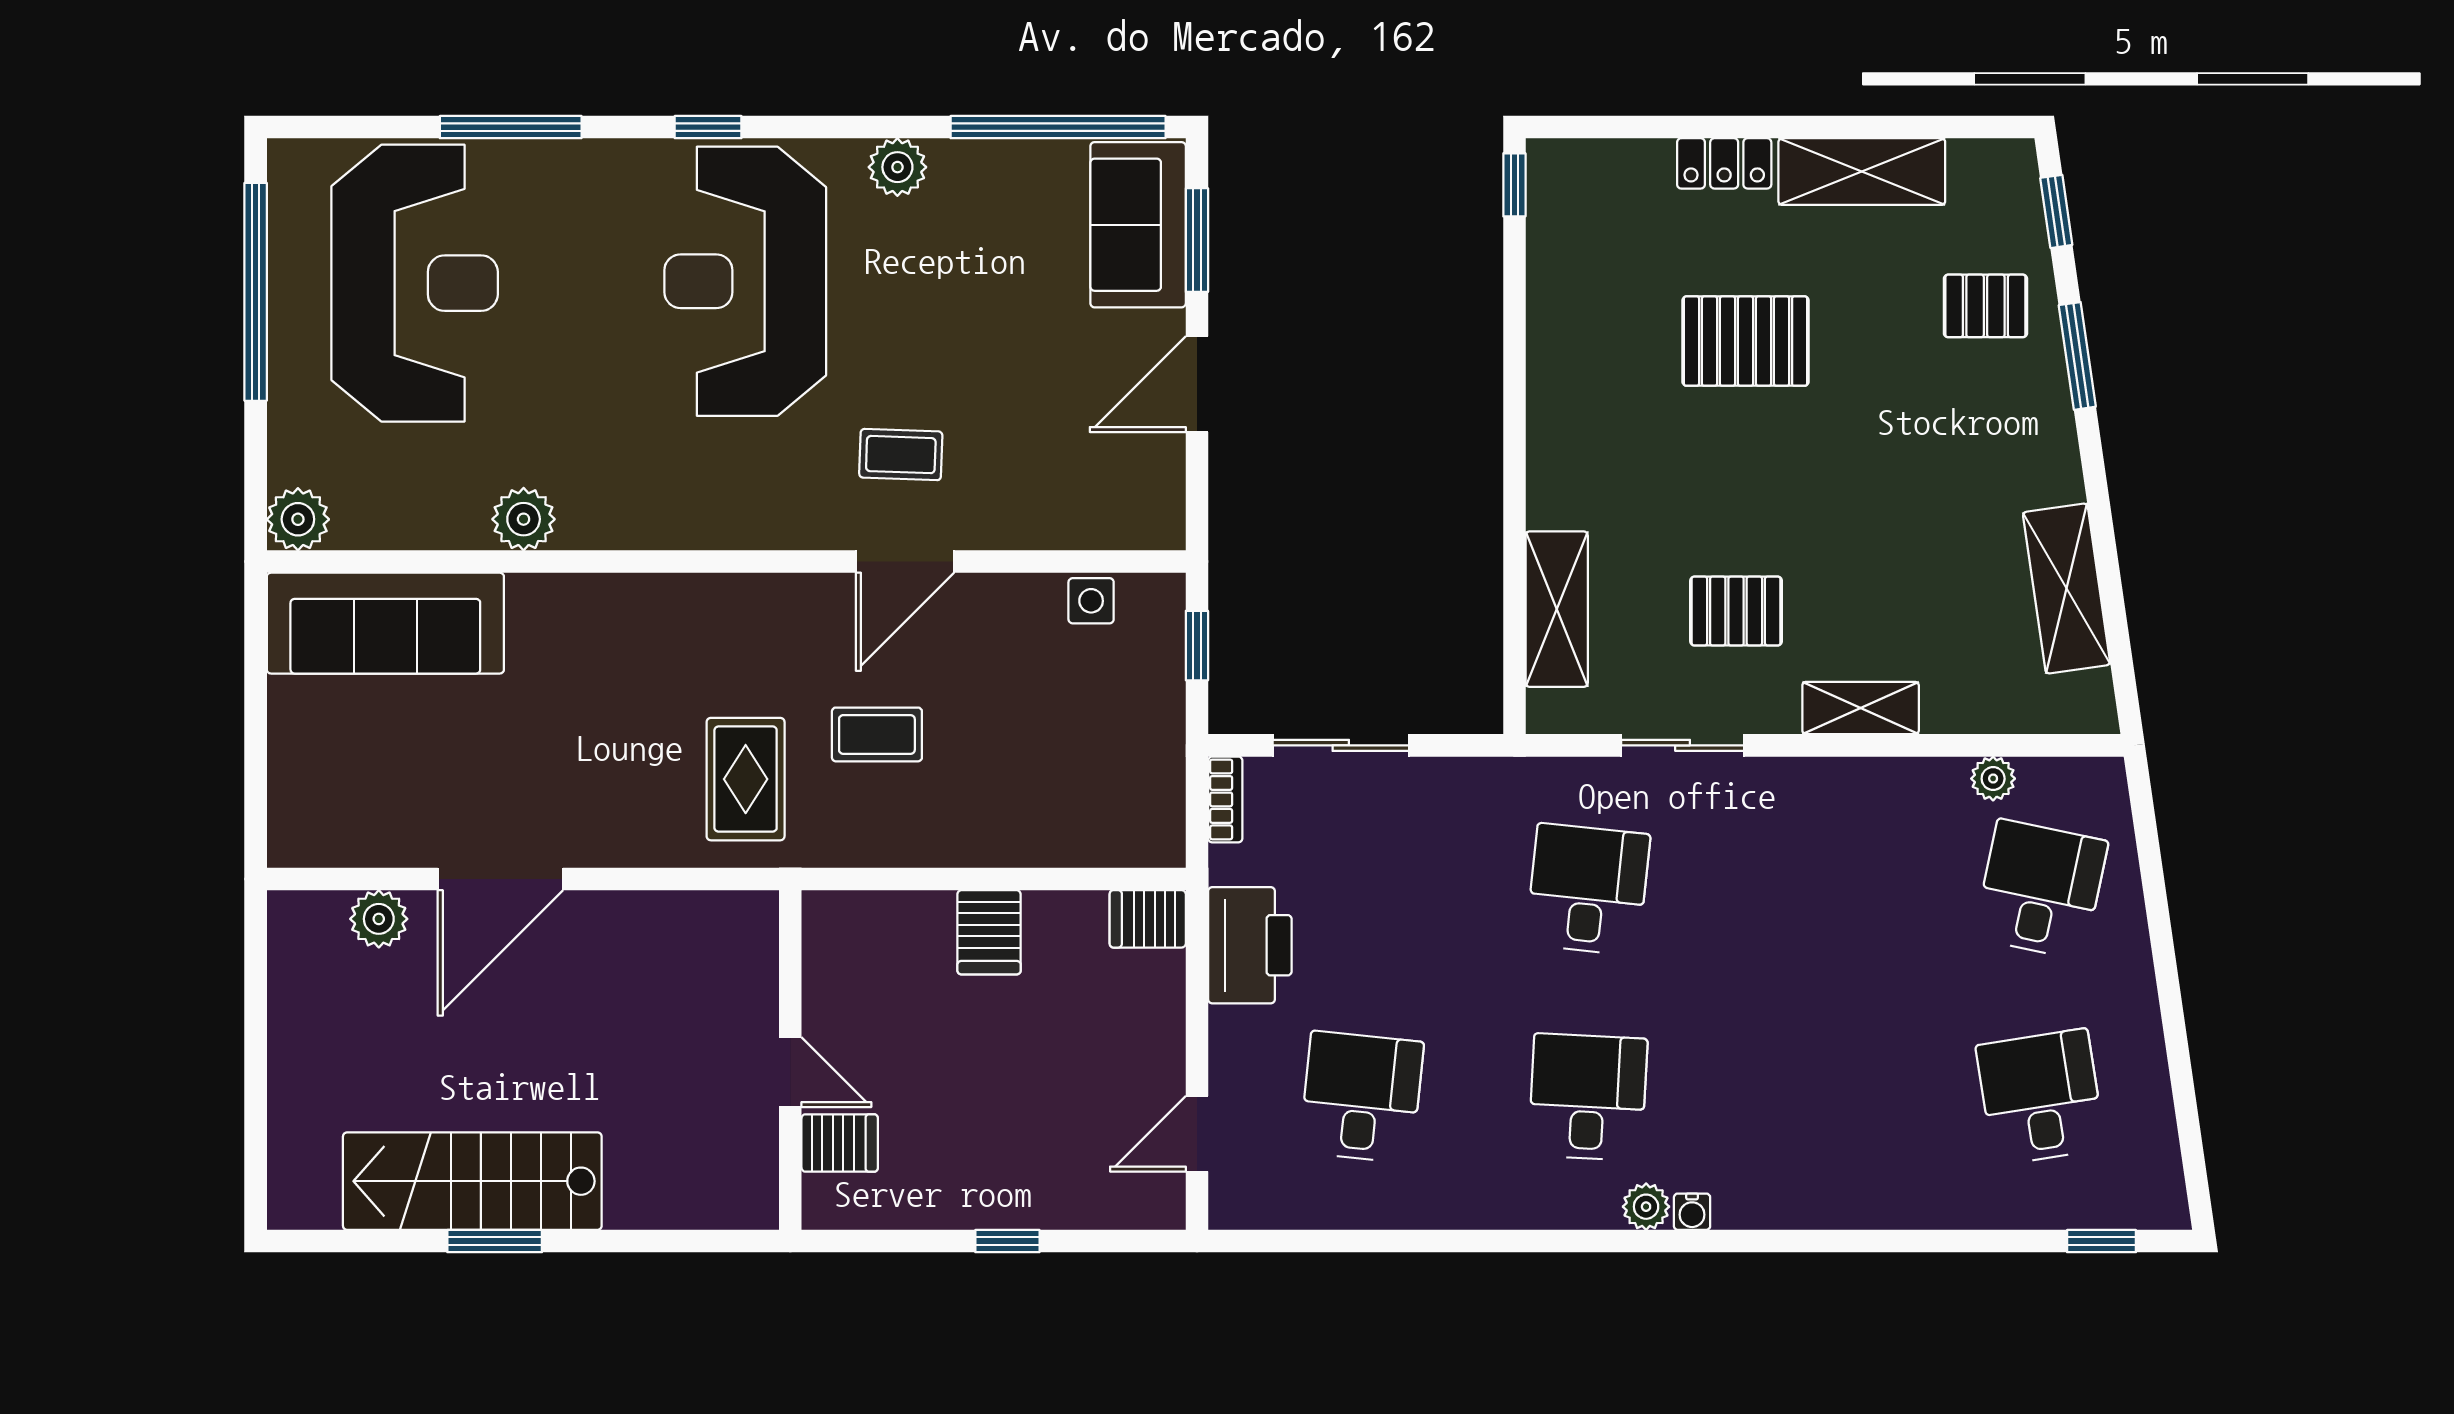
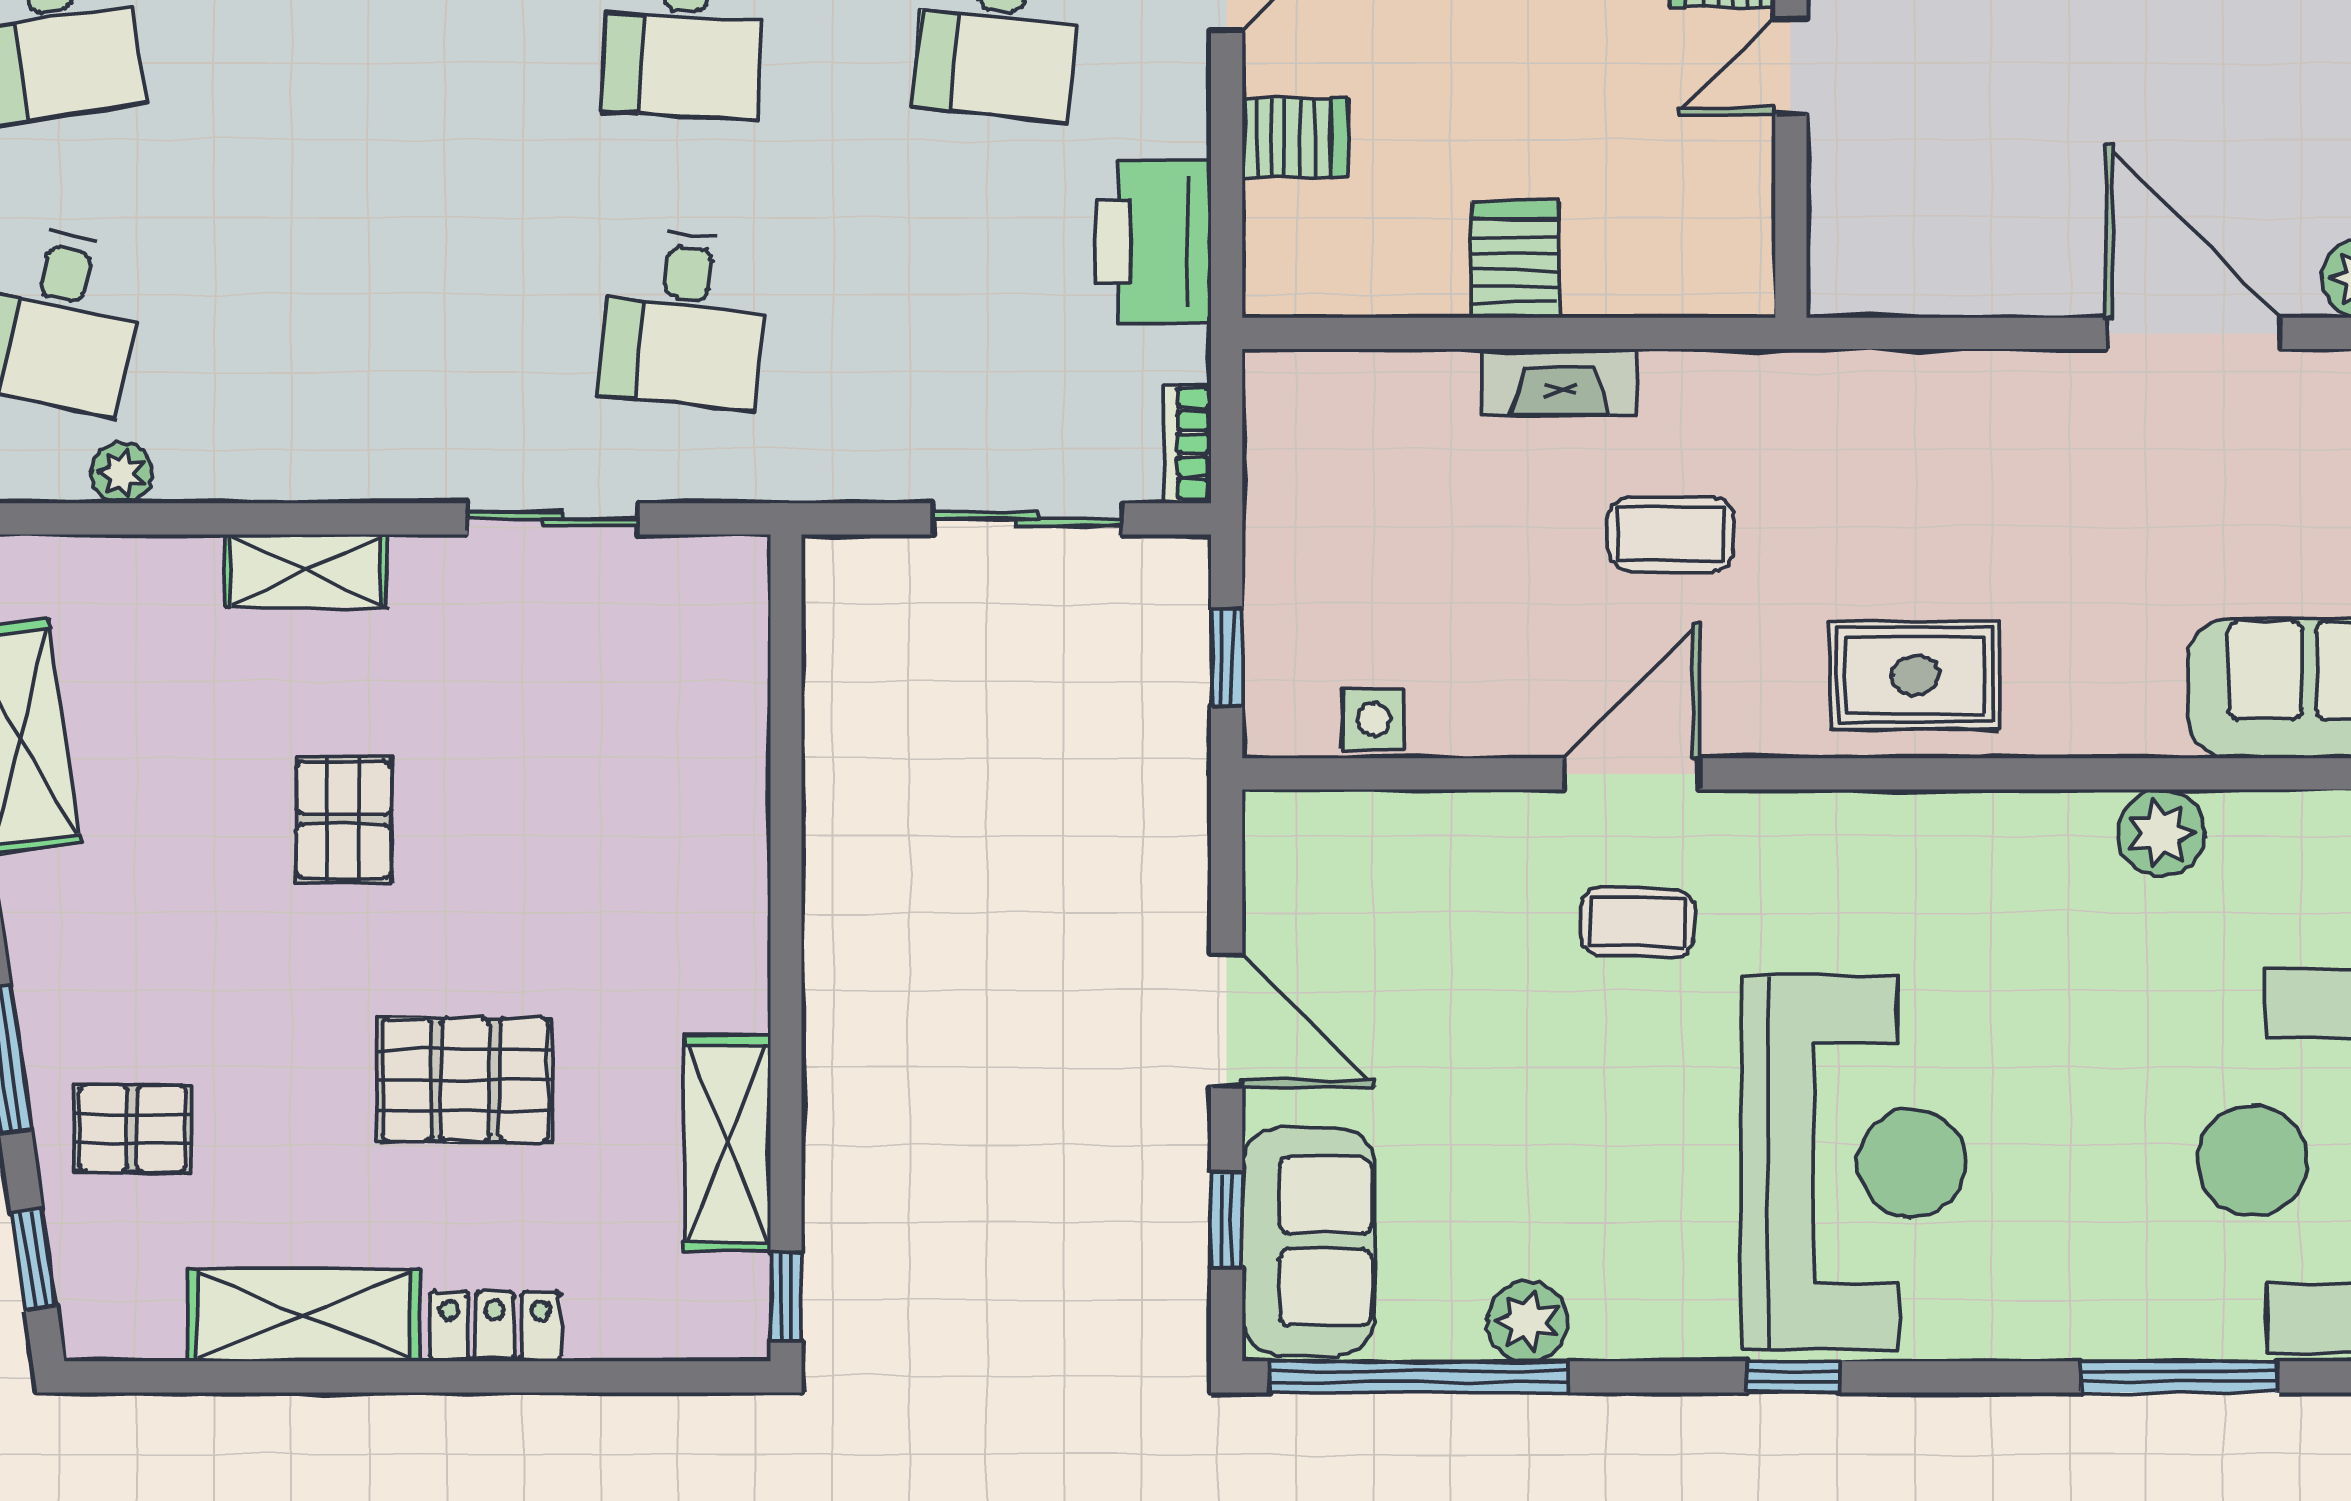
window: (708, 127) -> (1793, 1377), moved
plant: (897, 167) -> (1527, 1321), moved
window: (1197, 240) -> (1227, 1220), width x0.67
door: (1197, 384) -> (1227, 1020), hinge flipped
shelving: (1557, 609) -> (727, 1143), moved
pallet: (1736, 611) -> (344, 820), moved, turned 90
rug: (746, 779) -> (1915, 675), moved, turned 90
fireplace: (957, 844) -> (1560, 382), added
door: (500, 879) -> (2193, 333), hinge flipped
server rack: (1148, 919) -> (1295, 138), moved
door: (790, 1072) -> (1791, 65), hinge flipped

